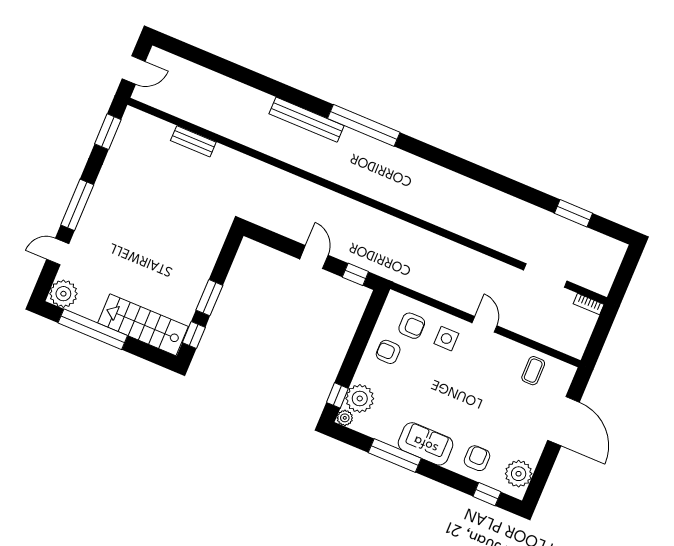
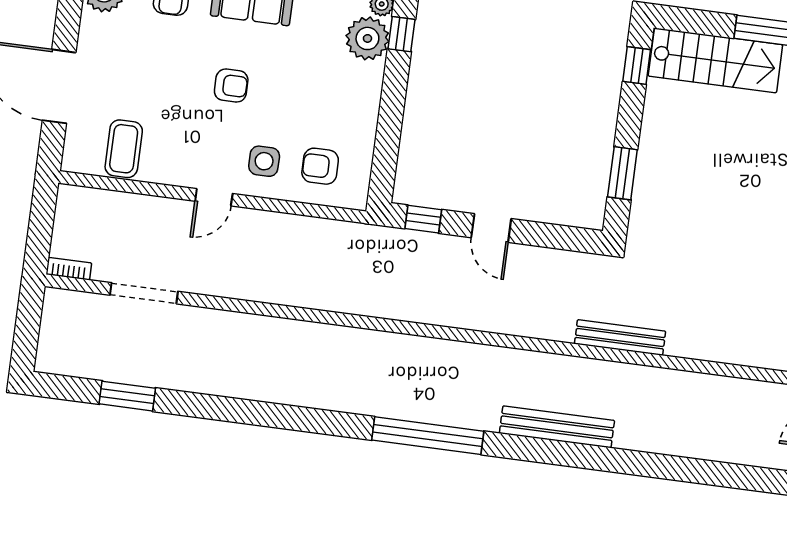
window: (364, 125) -> (428, 436), moved
bench: (193, 141) -> (620, 337), moved, width x1.36
window: (209, 298) -> (622, 173), moved
door: (484, 324) -> (214, 197), hinge flipped
armchair: (388, 352) -> (231, 86), moved
coffee table: (533, 371) -> (124, 149), width x1.36, depth x1.30

